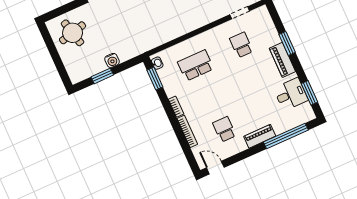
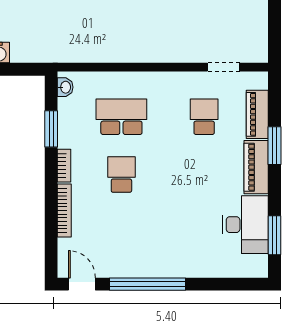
window: (155, 79) -> (51, 129), moved
desk: (291, 94) -> (245, 225), width x1.37
school desk: (224, 129) -> (121, 175), moved
piano: (260, 136) -> (257, 114), moved, turned -90
window: (286, 136) -> (148, 284), moved

